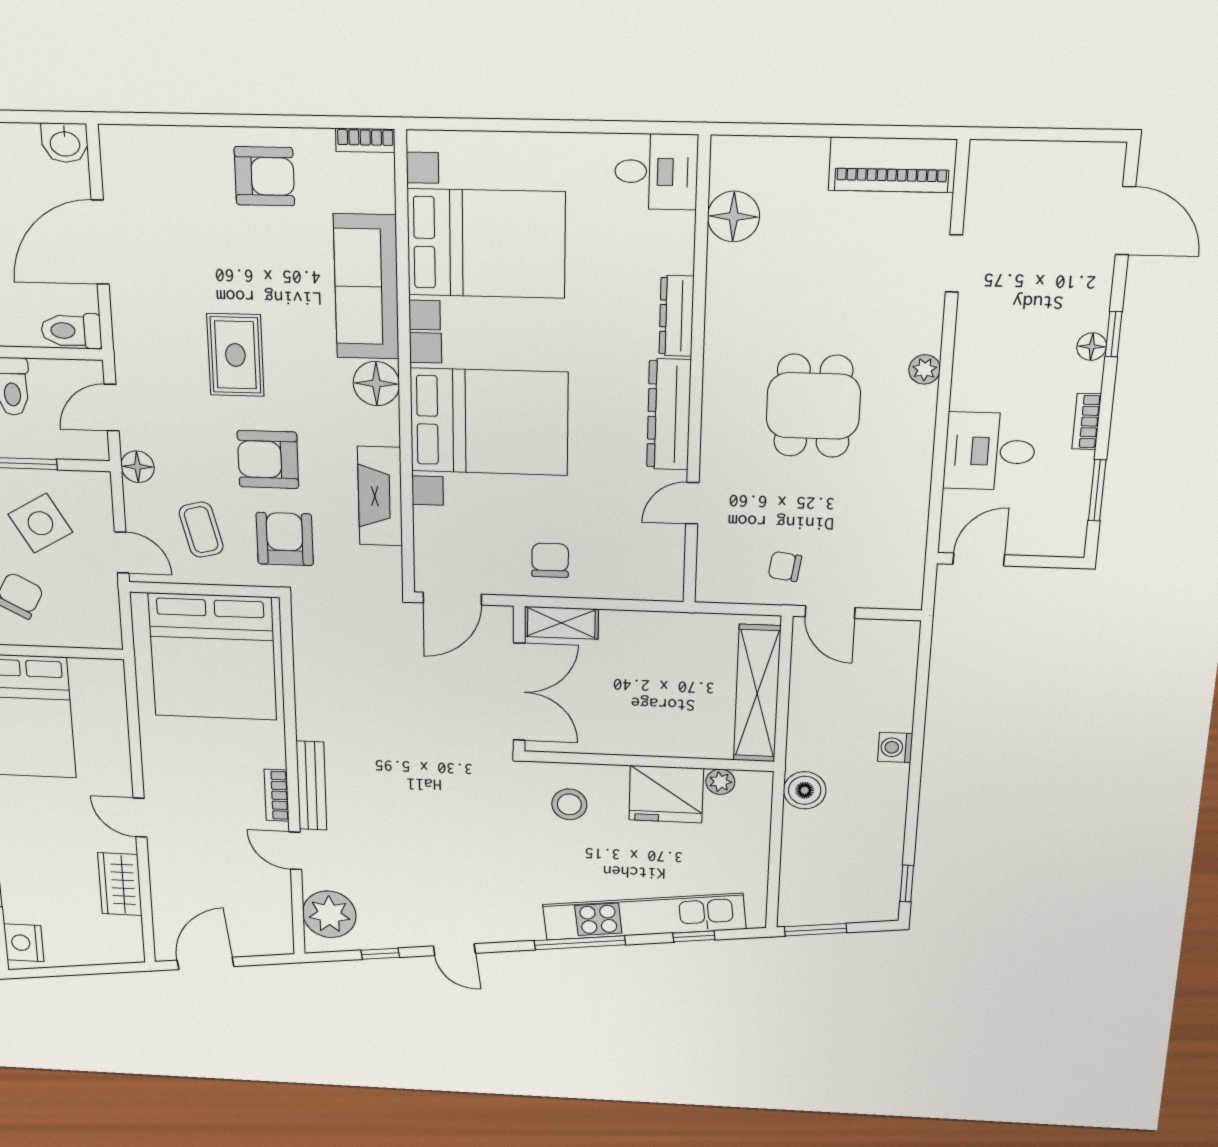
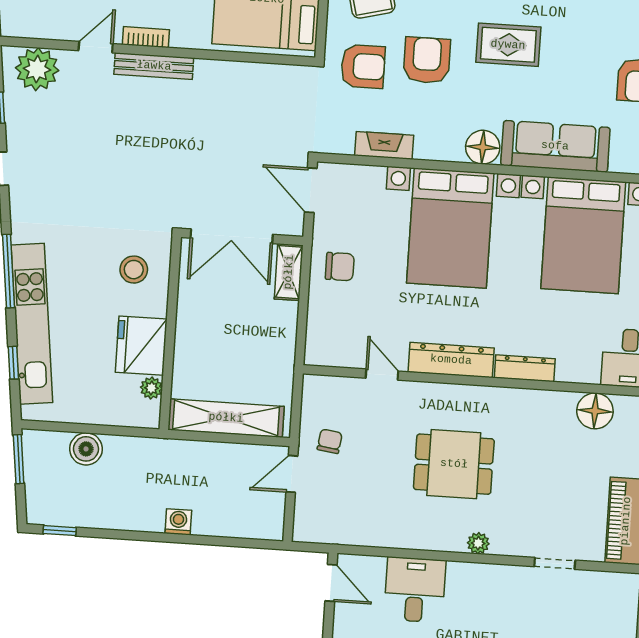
fireplace: (380, 496) -> (384, 145), width x0.73, depth x0.76
boiler: (805, 790) -> (86, 449), moved

